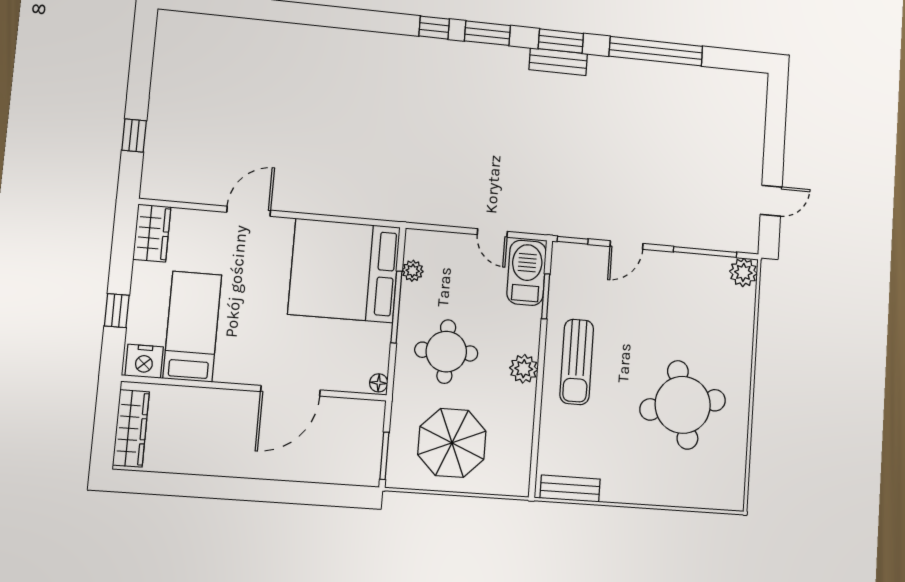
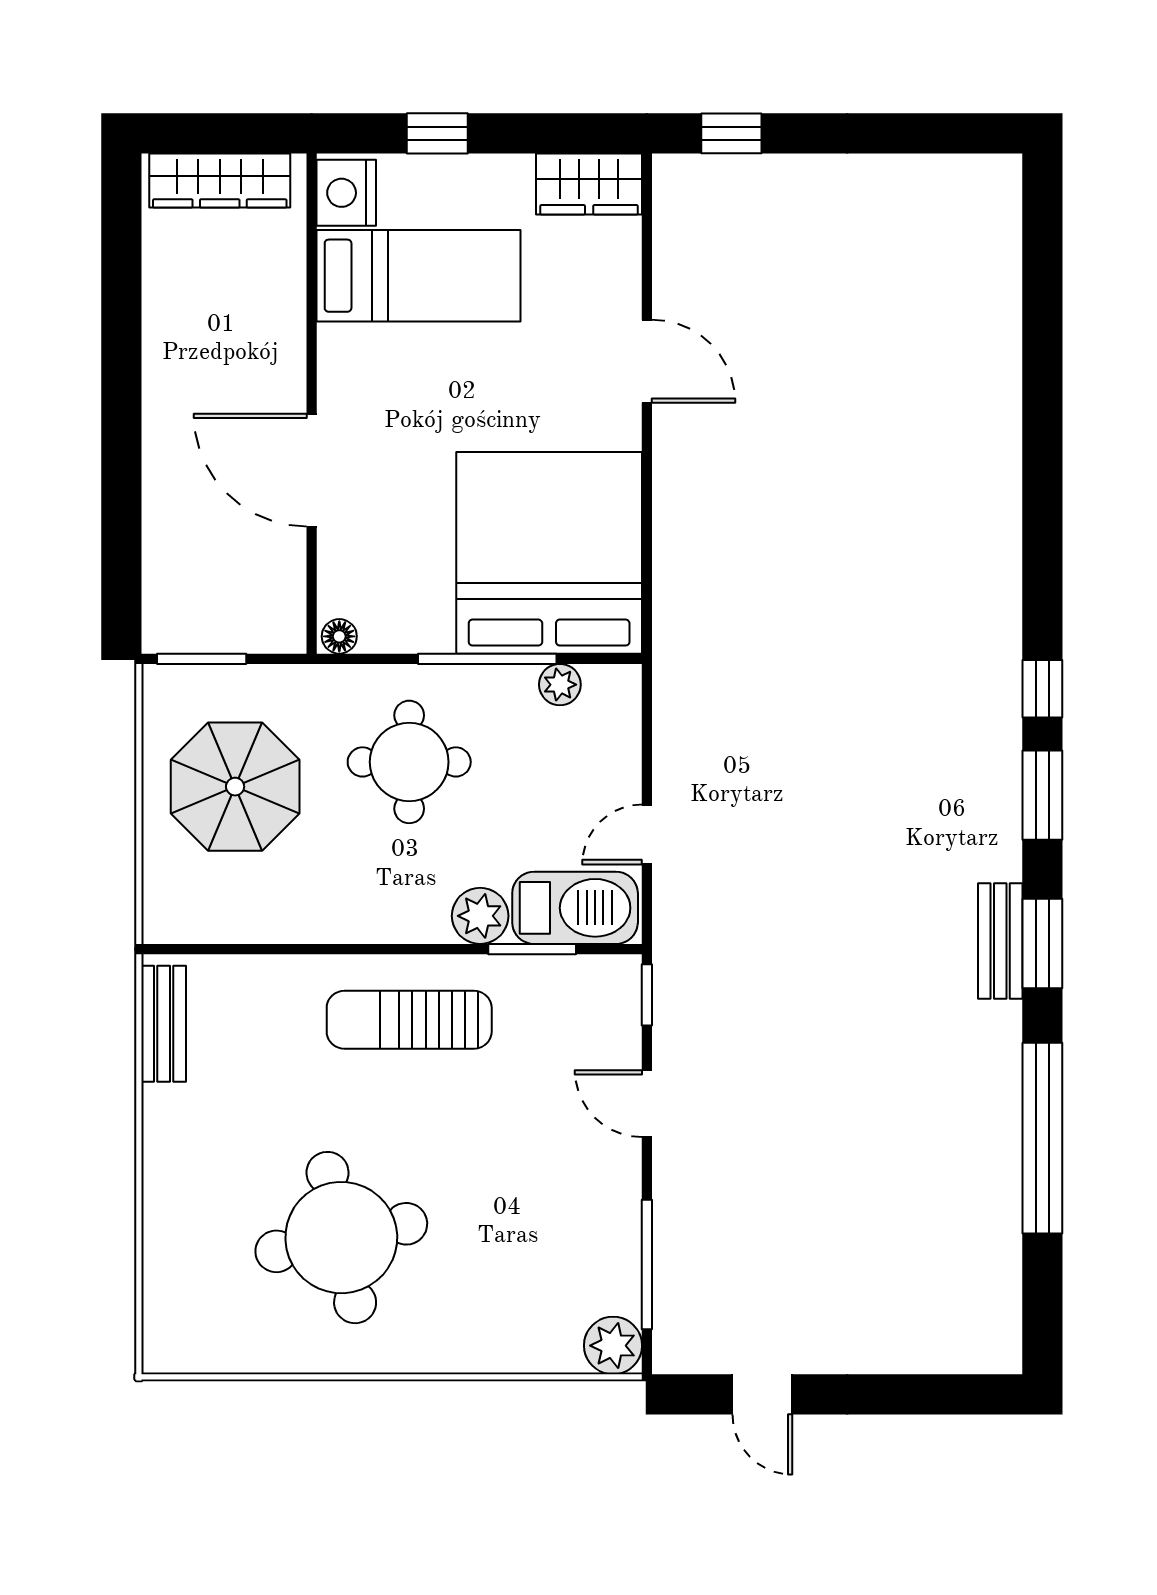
window: (134, 135) -> (731, 133), moved
plant: (524, 369) -> (480, 916), moved

